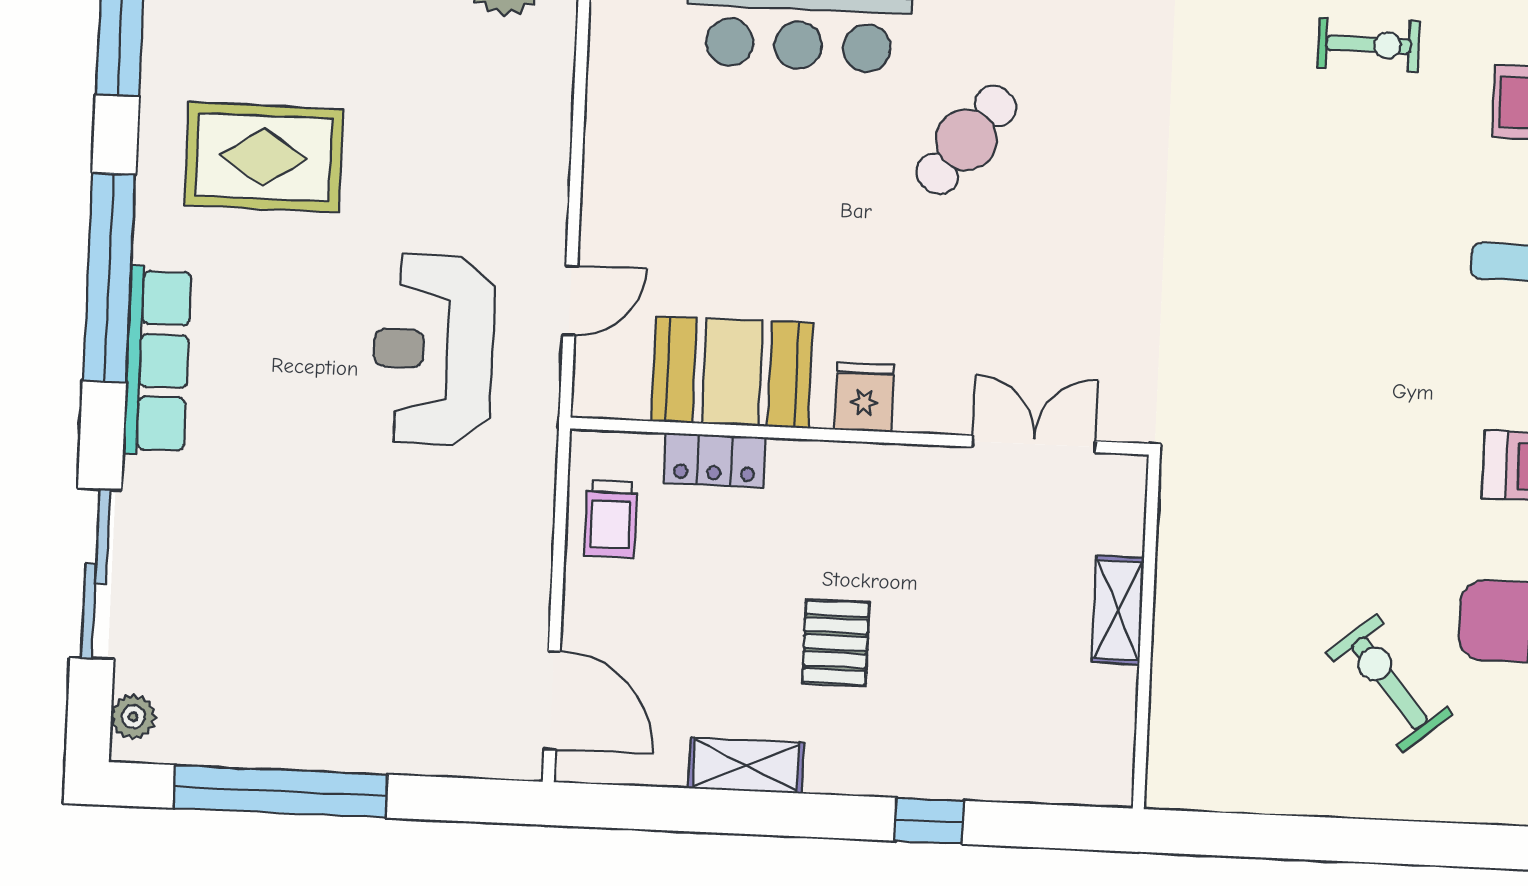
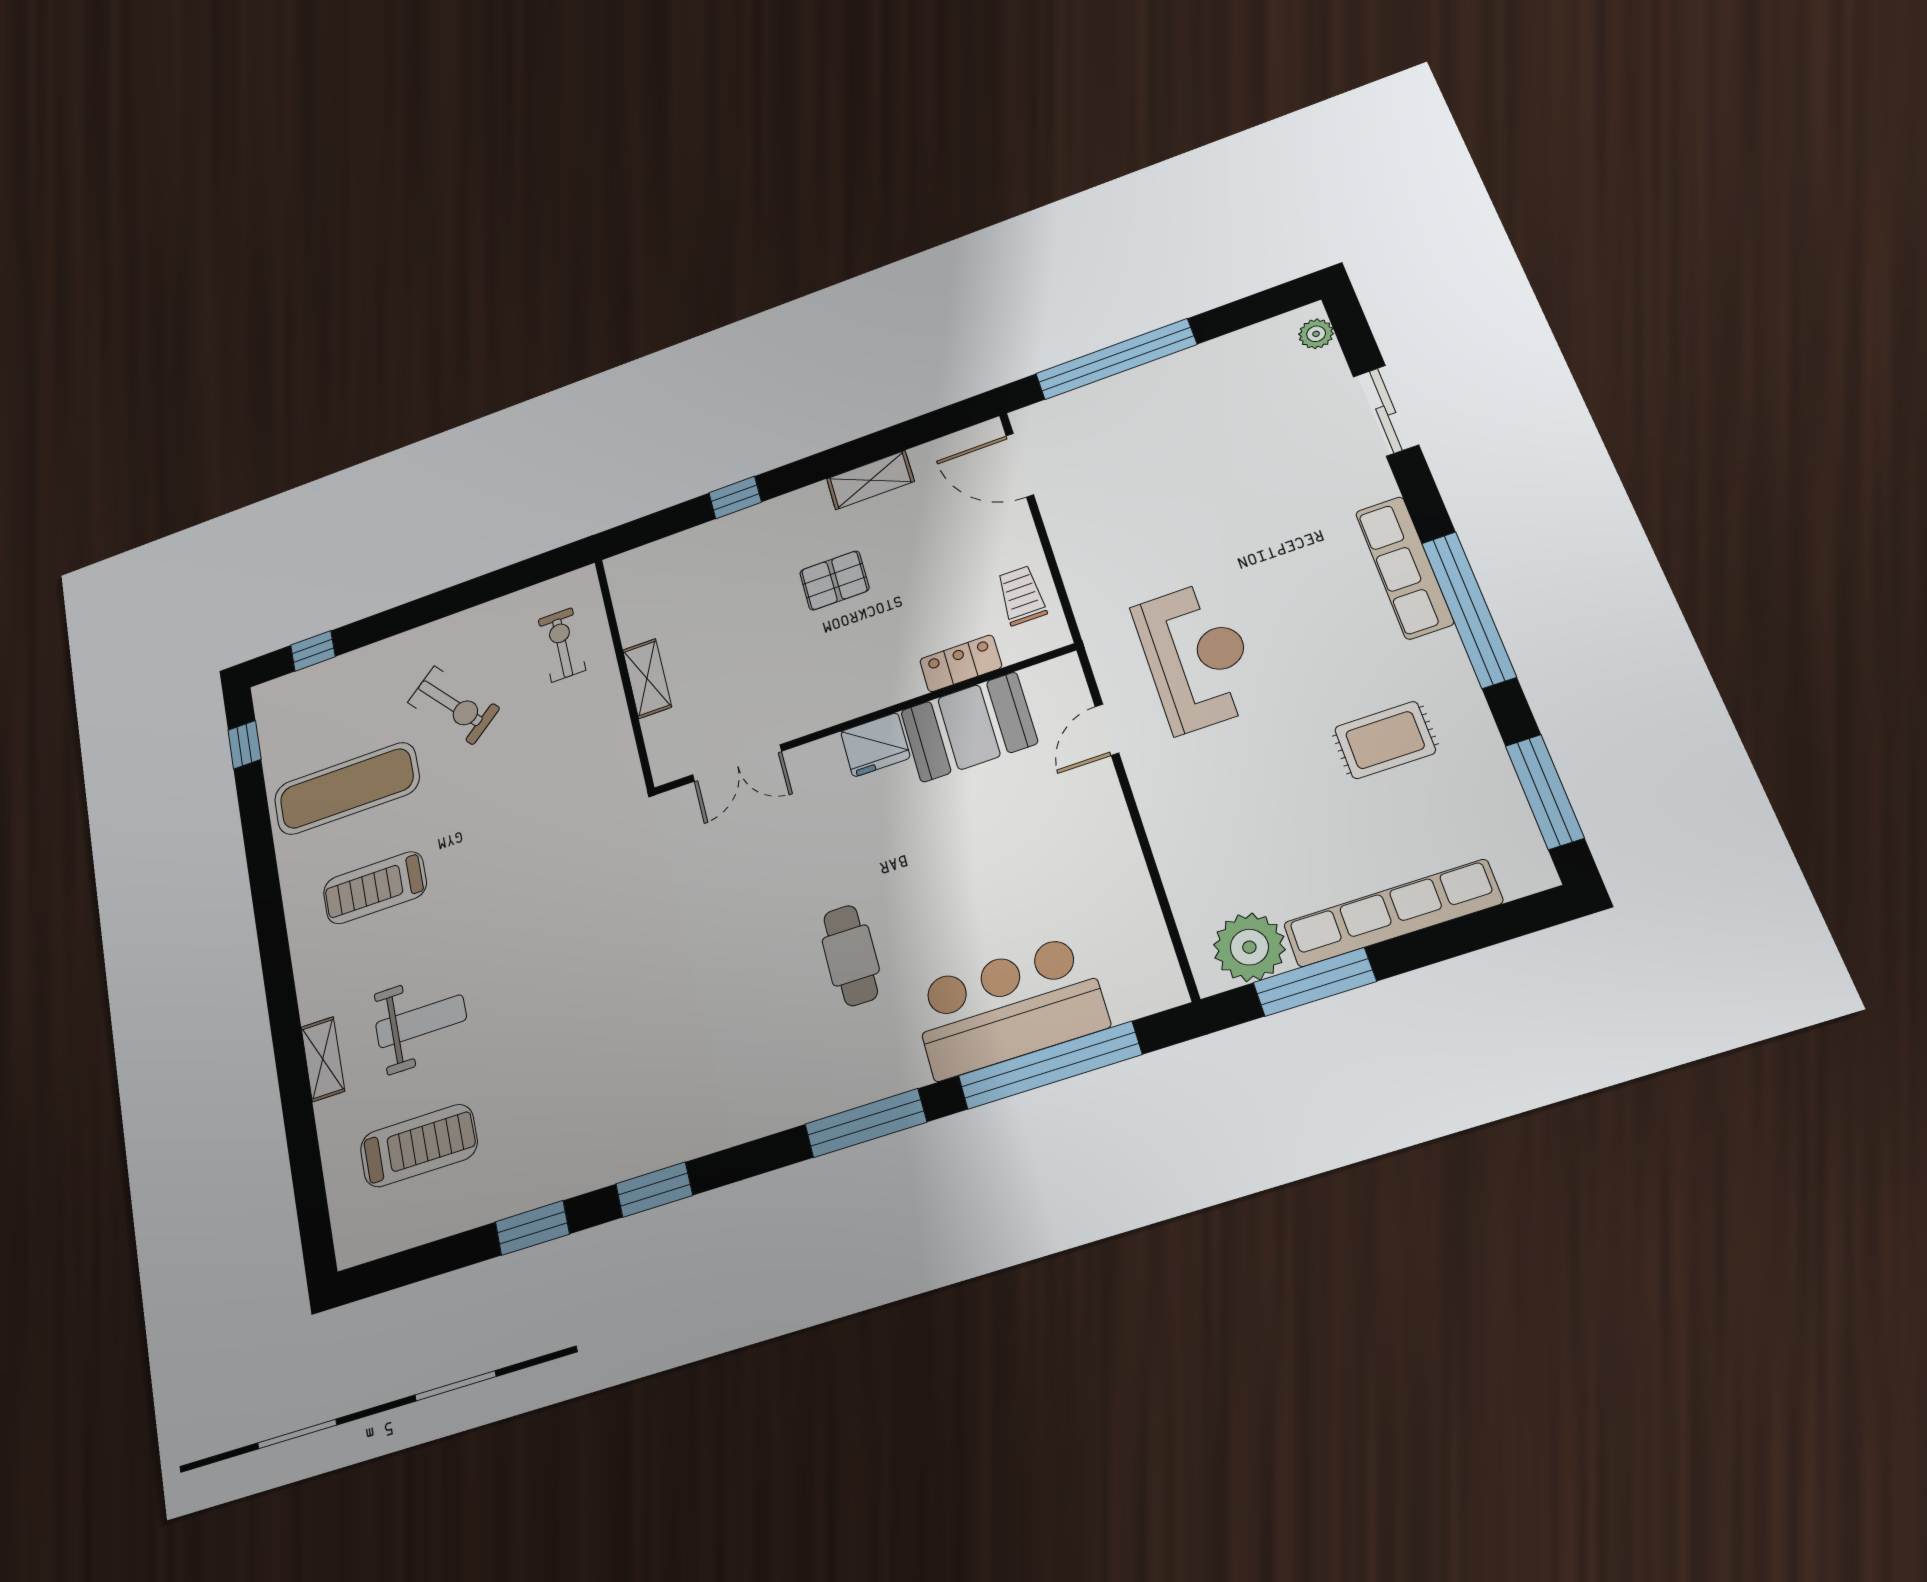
exercise bike: (1369, 45) -> (562, 645), moved, turned 90
cafe table: (966, 140) -> (851, 955), turned -38
rug: (264, 157) -> (1385, 740), width x0.73, depth x0.70
fridge: (864, 397) -> (875, 745), width x1.38
sliding door: (96, 574) -> (1386, 411), width x0.73
pallet: (836, 643) -> (834, 580), turned 90
window: (280, 791) -> (1116, 359), moved

